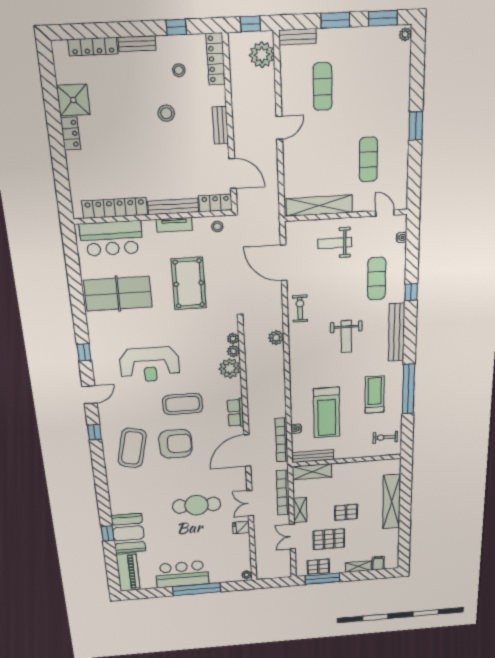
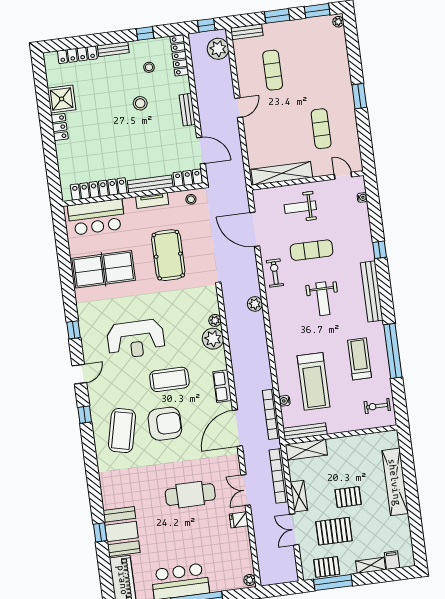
exercise mat: (377, 279) -> (312, 250), moved, turned 90
plant: (233, 339) -> (214, 308), removed

